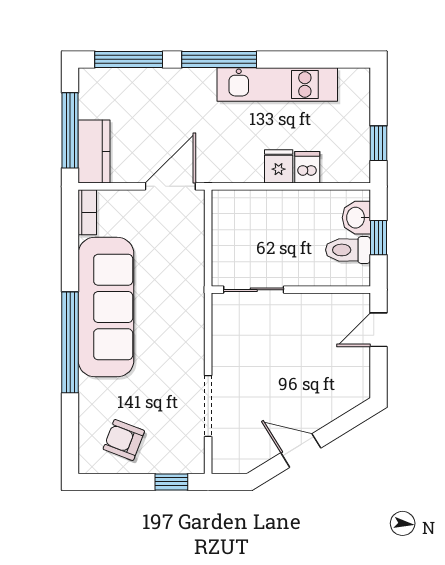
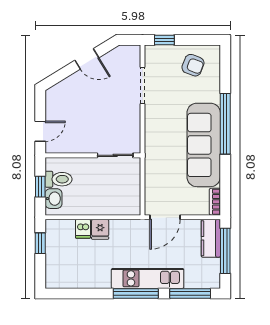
kitchen unit: (277, 85) -> (148, 278), moved

